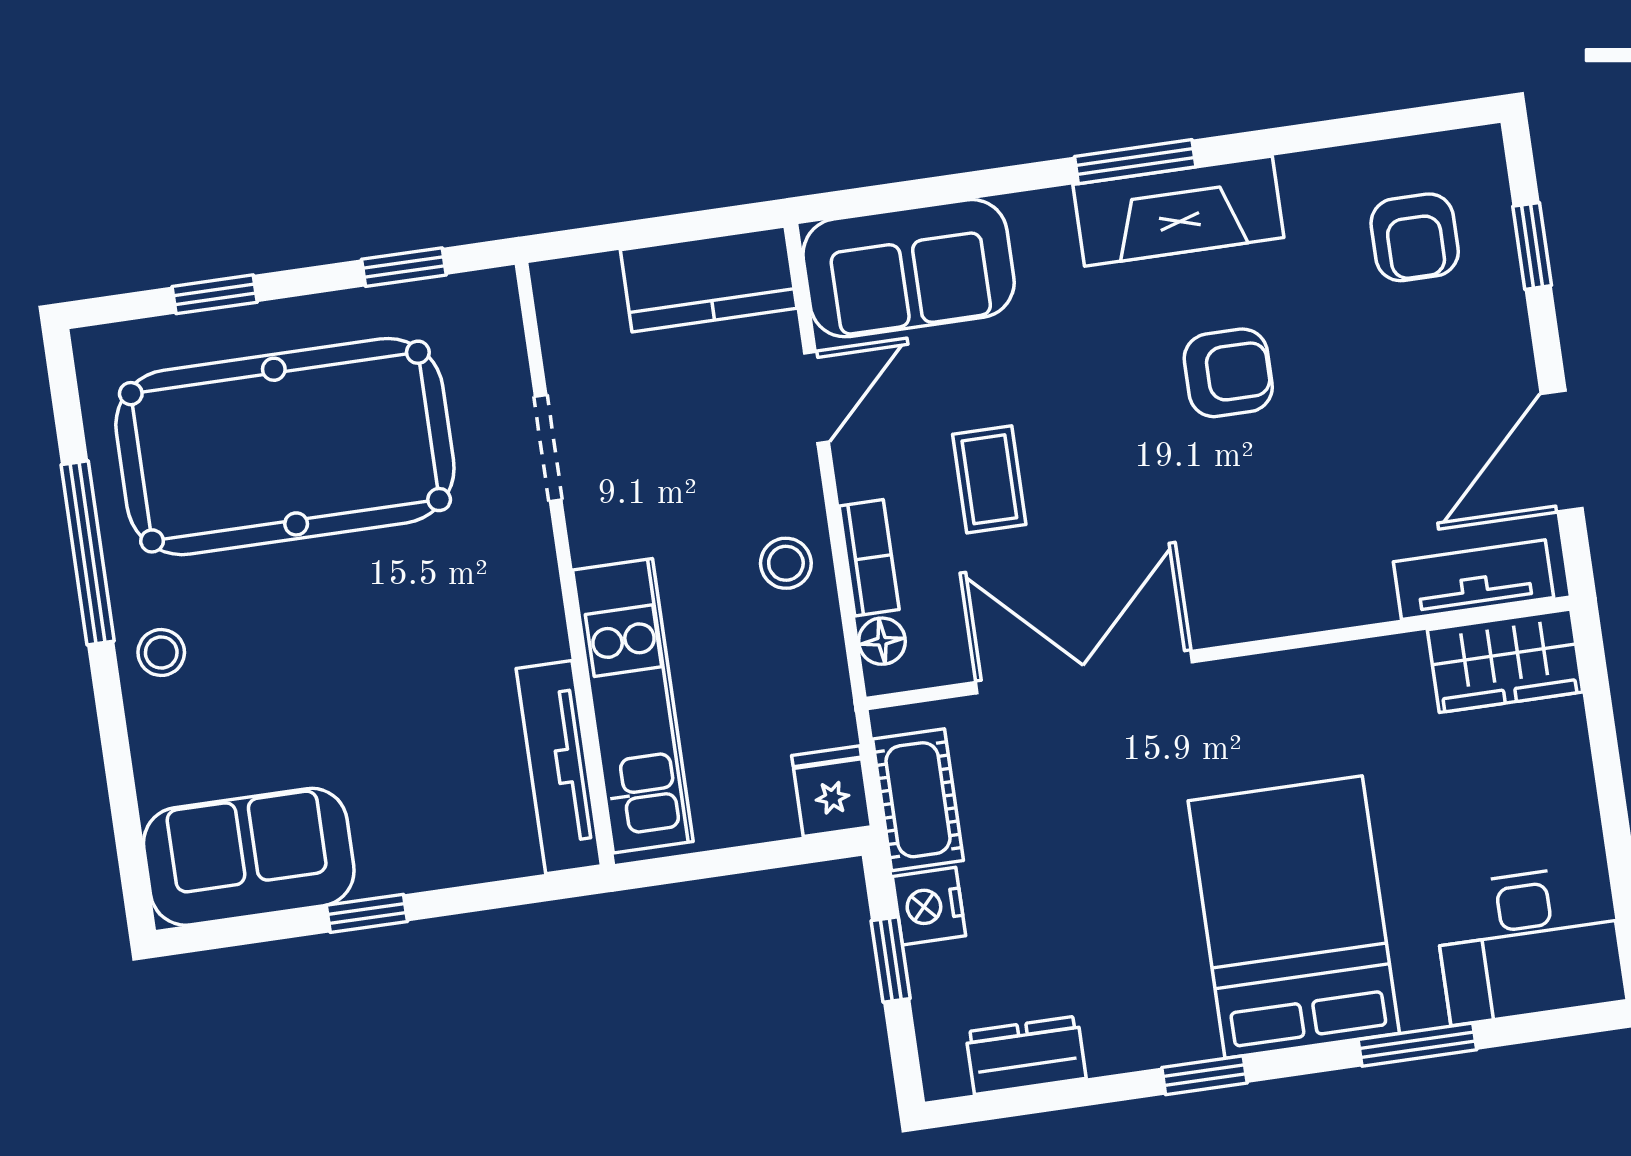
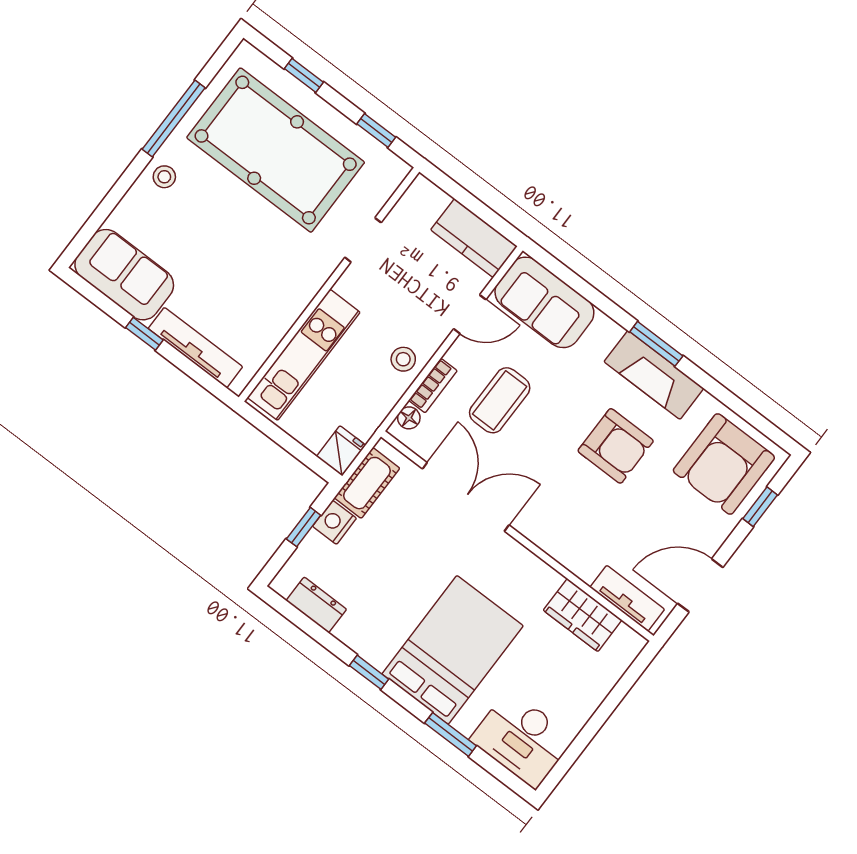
armchair: (1415, 237) -> (724, 464), width x1.88, depth x1.88
armchair: (1228, 373) -> (616, 446), width x1.38, depth x1.38
coffee table: (989, 479) -> (500, 400), width x1.36, depth x1.30
wardrobe: (1505, 661) -> (583, 615), moved
tv unit: (559, 767) -> (195, 348), moved, turned 90

